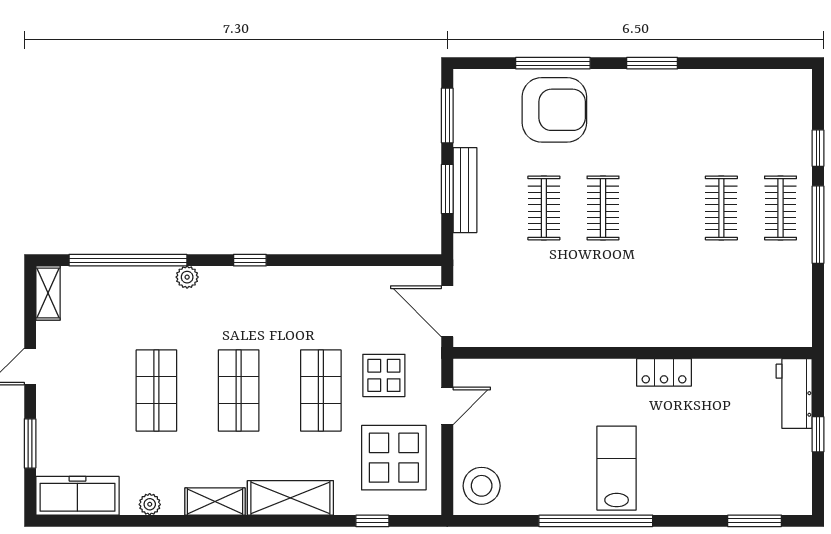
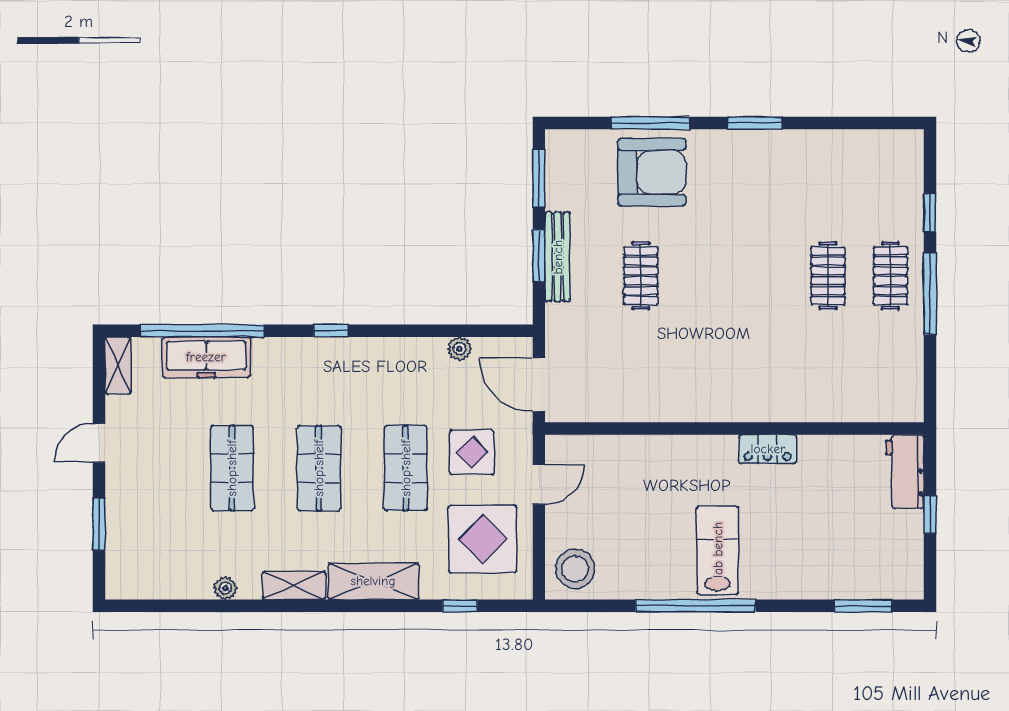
clothes rail: (603, 208) -> (703, 276), removed
plant: (187, 277) -> (460, 349), moved
freezer: (77, 496) -> (206, 357), moved, turned 180

